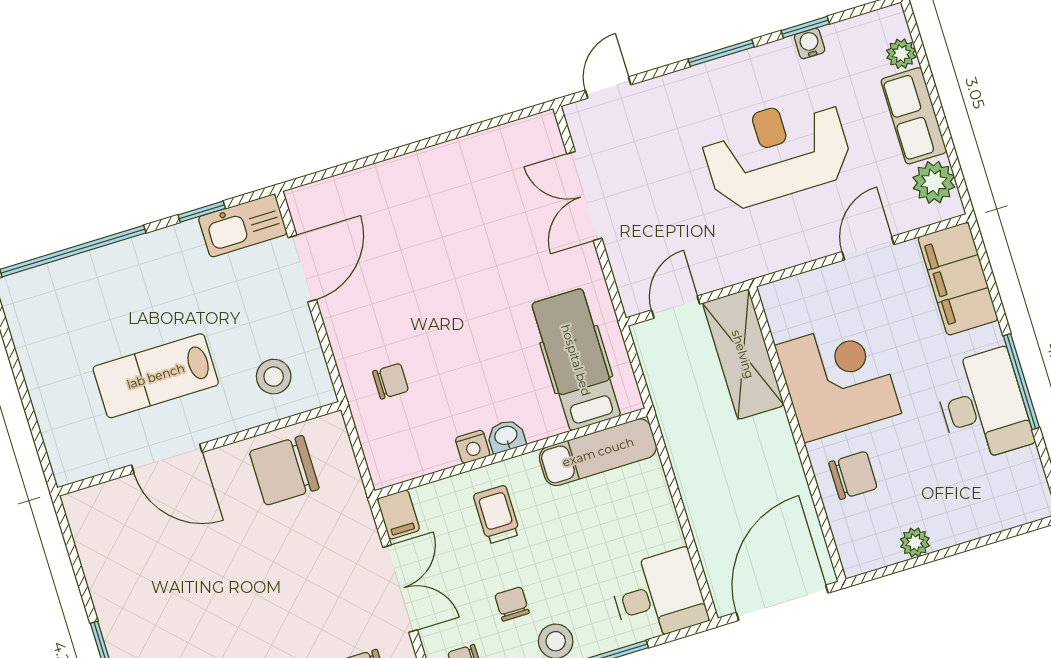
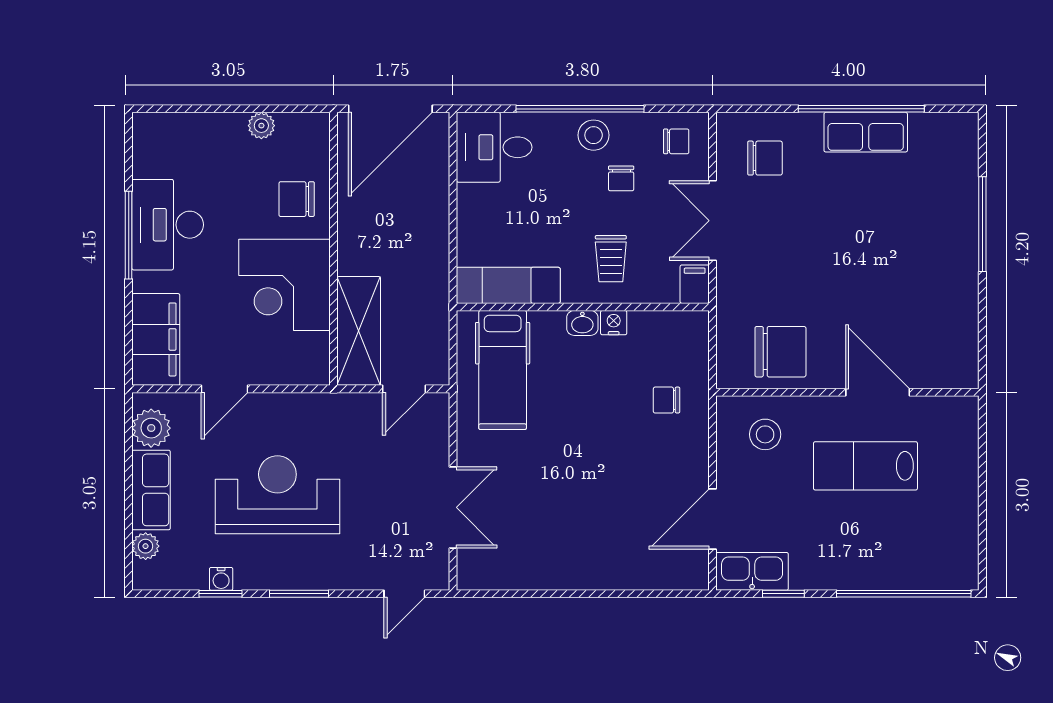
reception desk: (777, 152) -> (277, 495), turned 180
lab bench: (156, 376) -> (865, 466), turned 180

